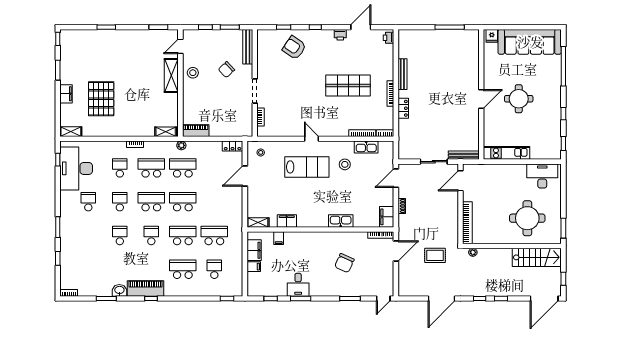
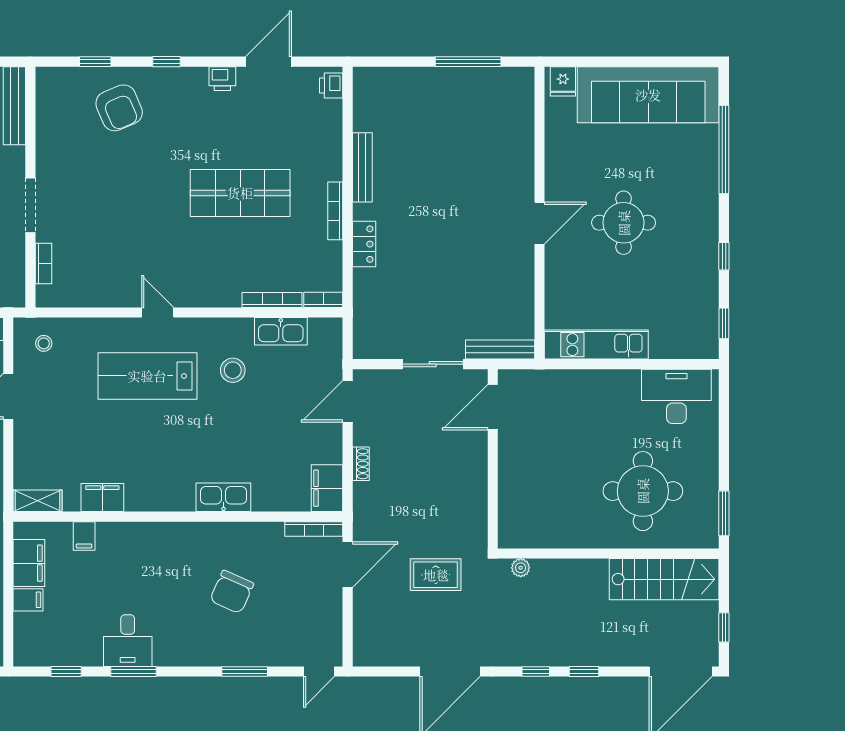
armchair: (294, 48) -> (119, 108), turned -147
lab bench: (307, 167) -> (147, 376), turned 180
bookcase: (467, 223) -> (508, 501), removed

